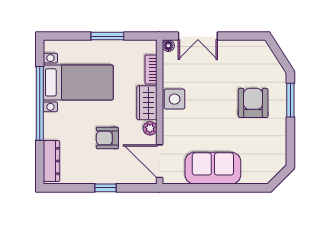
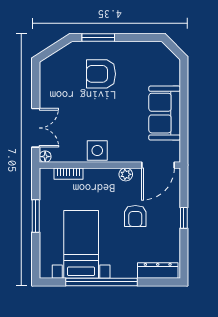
wardrobe: (147, 103) -> (101, 177), removed

